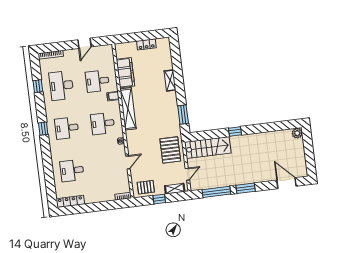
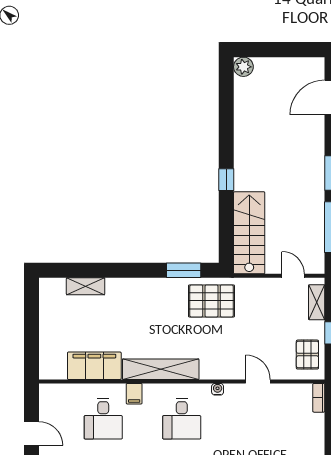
locker: (146, 44) -> (48, 321), removed
shelving: (170, 80) -> (86, 286), moved
pallet: (170, 150) -> (211, 301), moved

